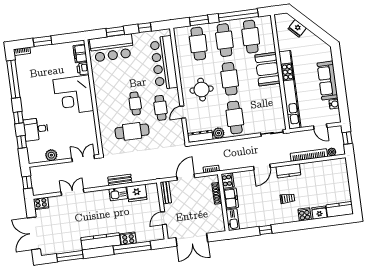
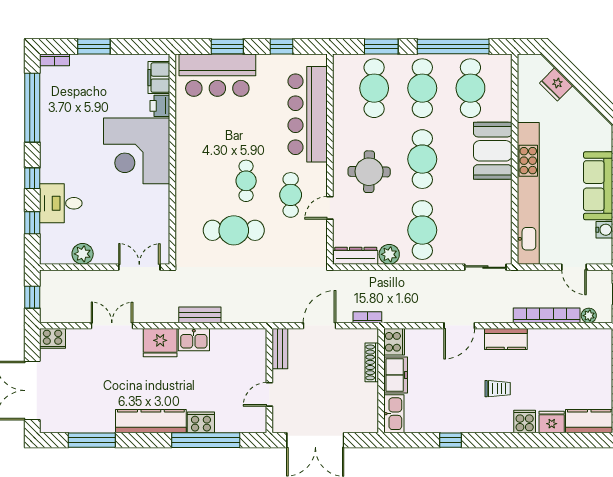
fridge: (137, 193) -> (160, 343), moved

